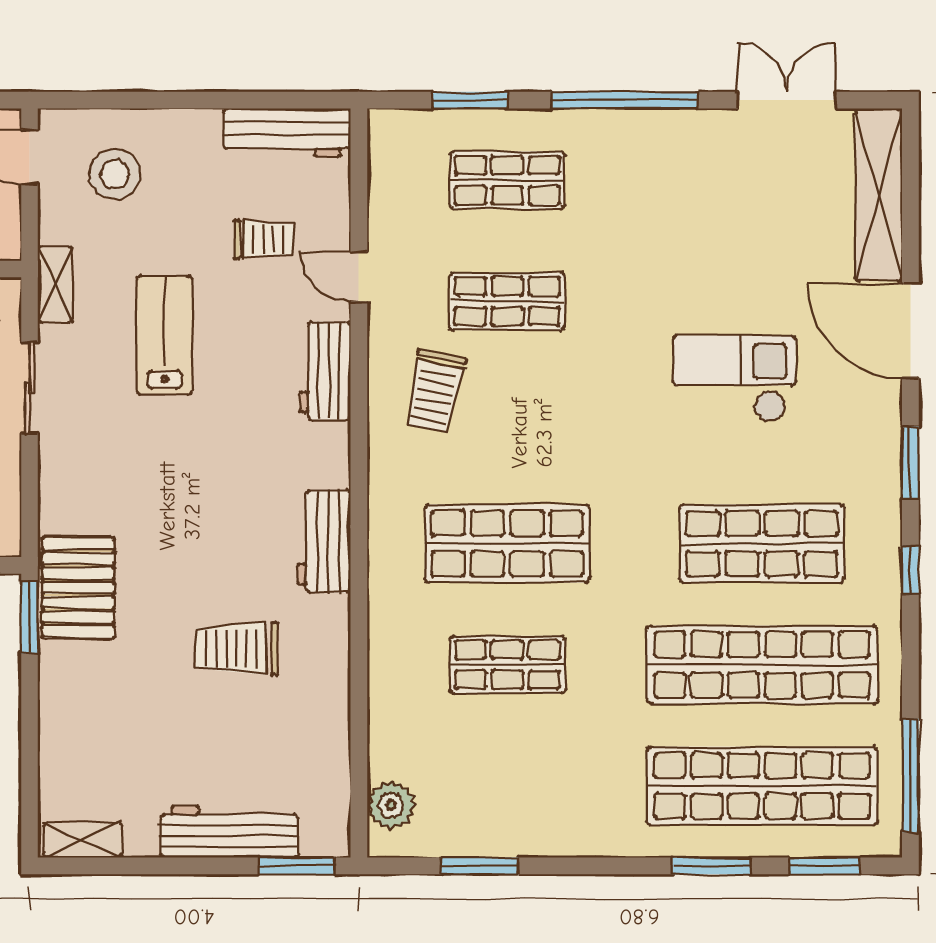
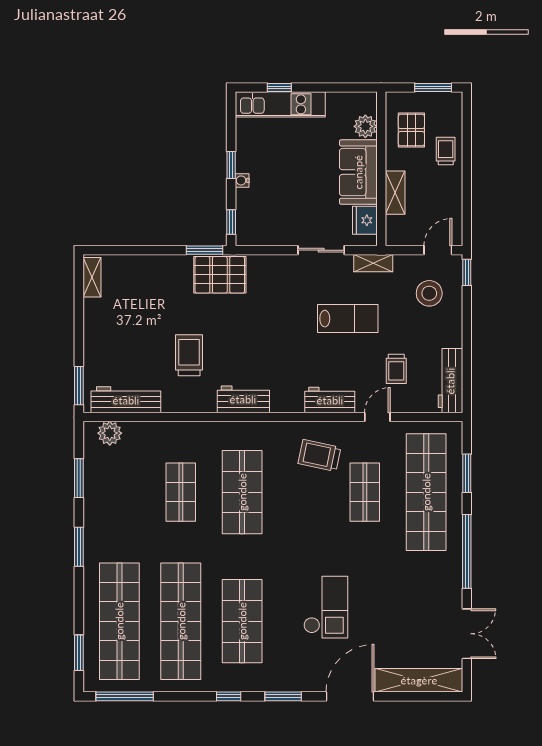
window: (73, 100) -> (467, 272), added
shop shelf: (507, 180) -> (426, 492), width x2.00, depth x1.36
workbench: (229, 832) -> (126, 400), moved, turned -90
window: (712, 866) -> (79, 547), moved

